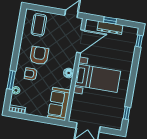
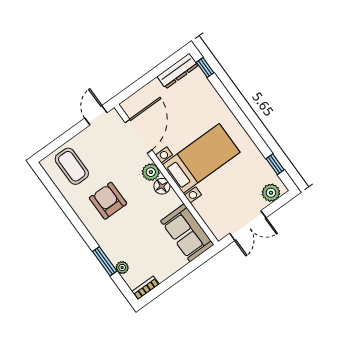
window: (110, 20) -> (148, 78), removed
dresser: (110, 28) -> (178, 71), moved
plant: (70, 62) -> (151, 172), added
armchair: (31, 74) -> (120, 232), removed
plant: (112, 124) -> (271, 193), added

